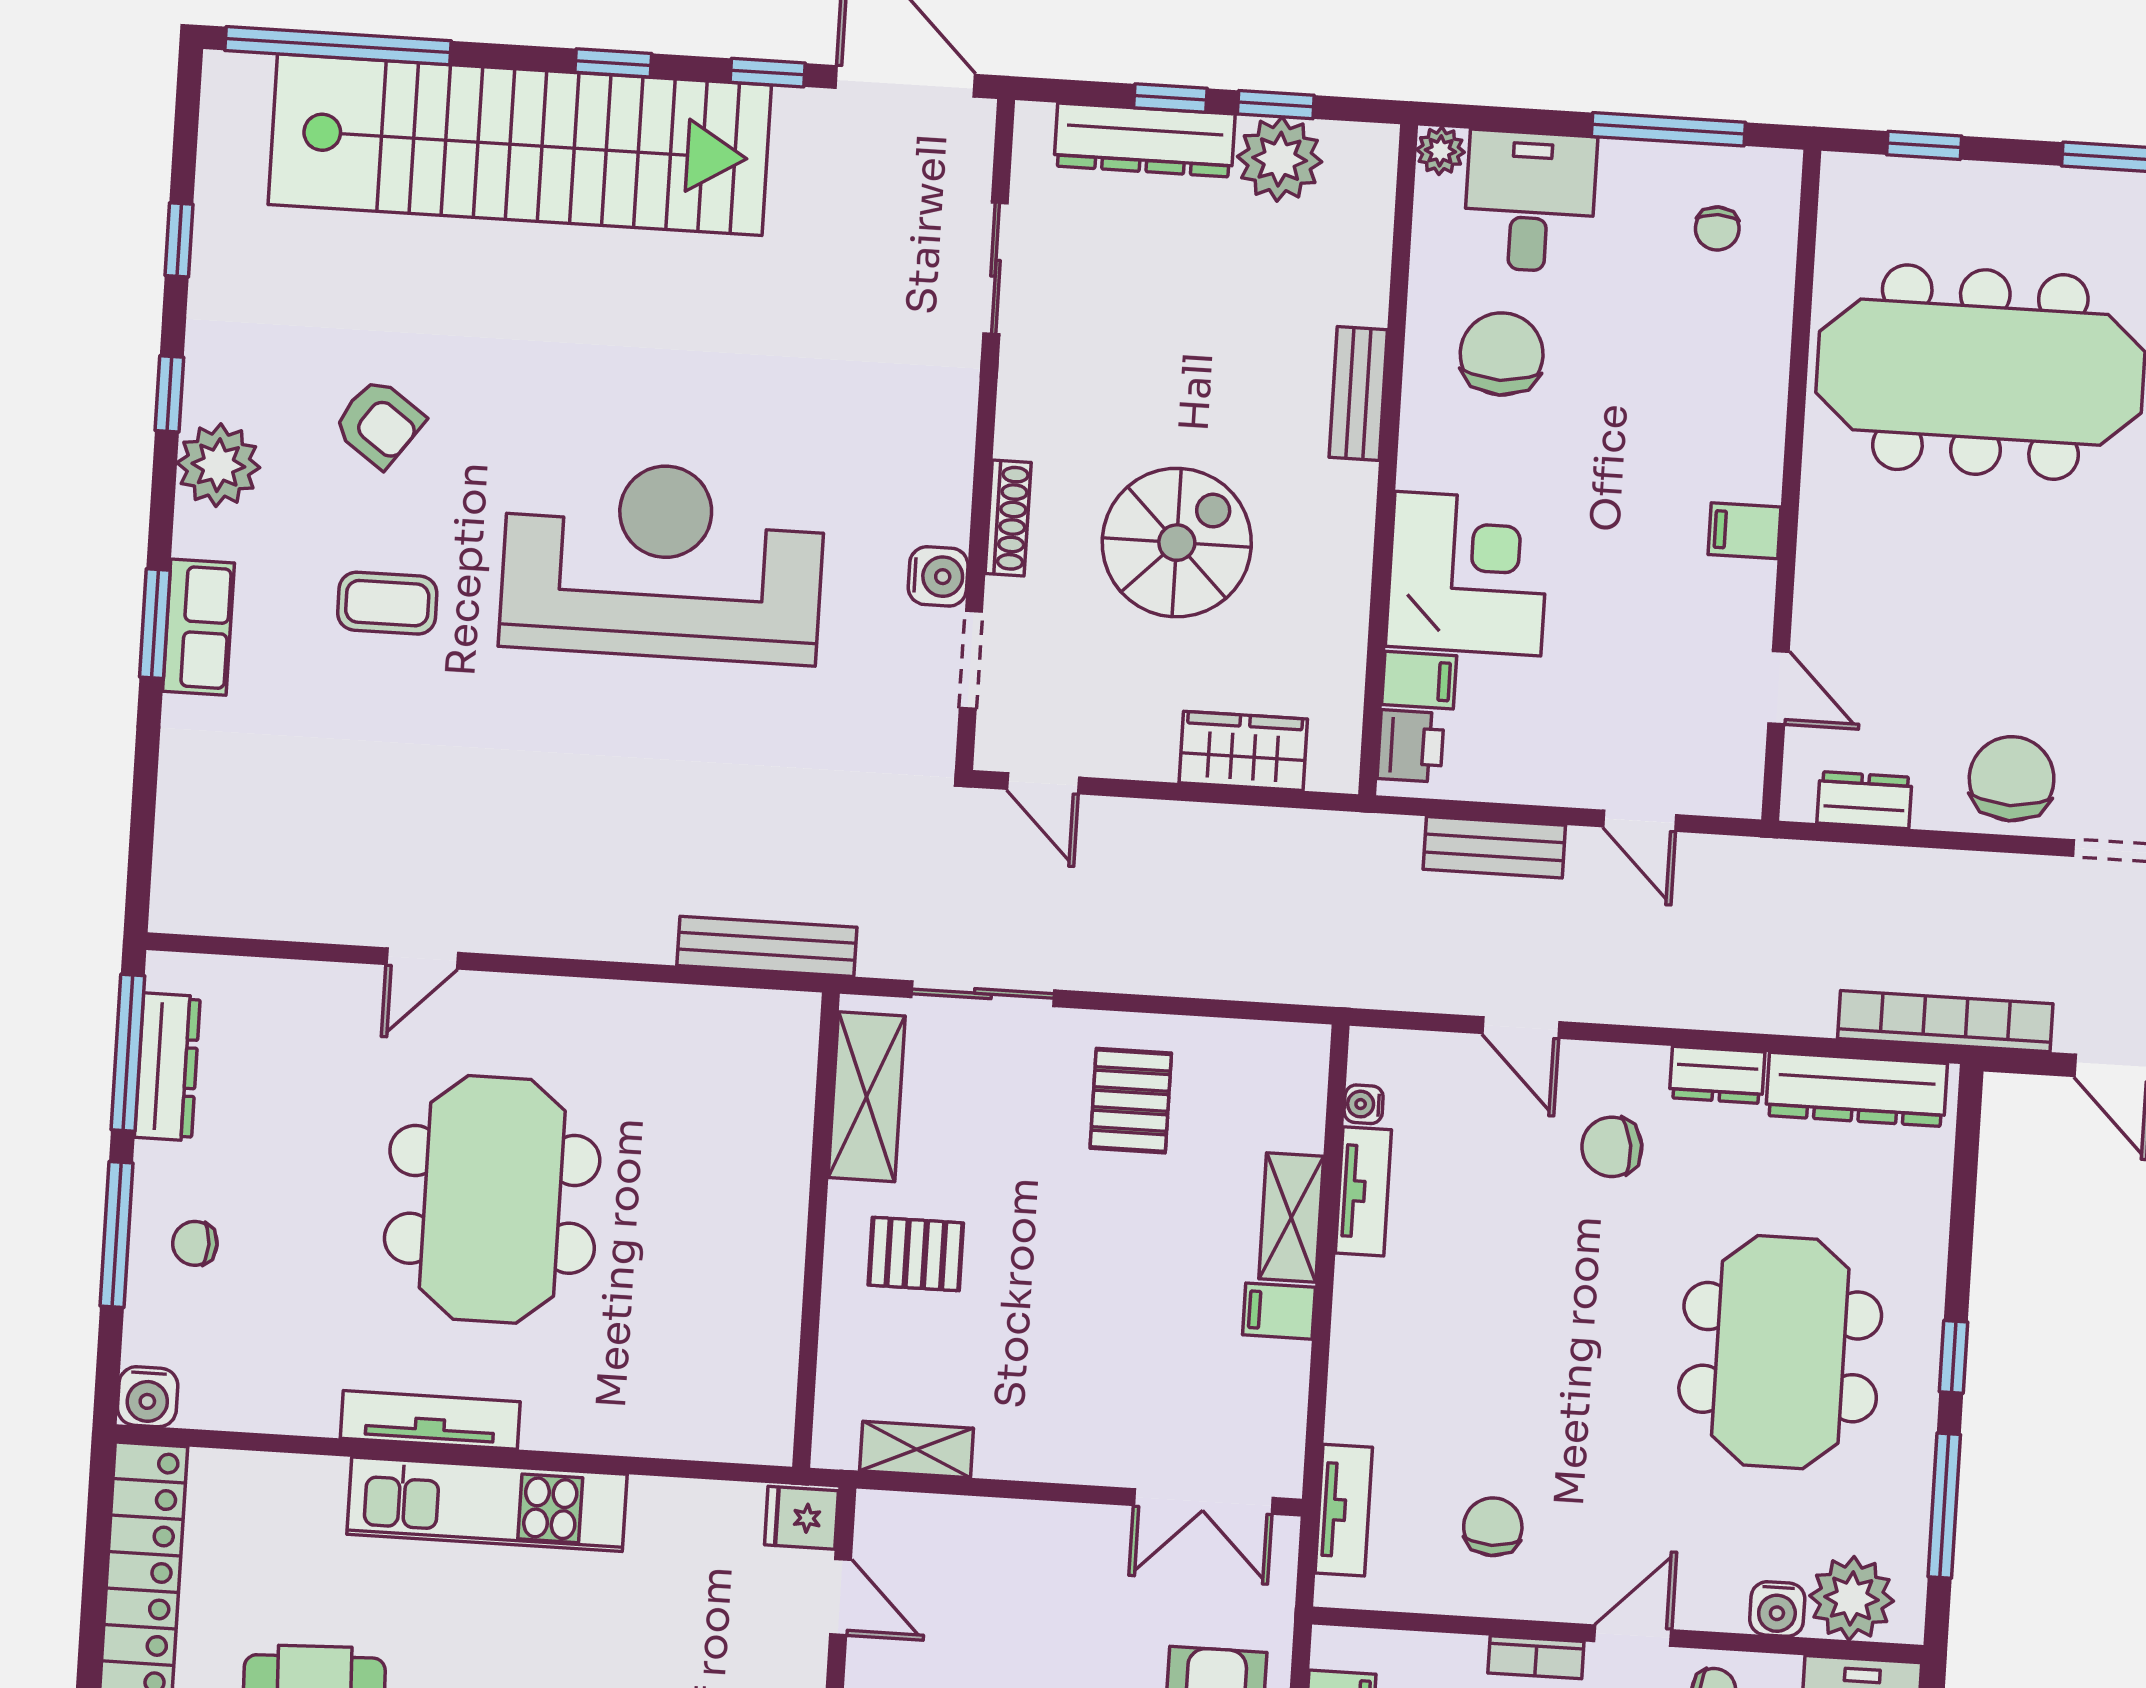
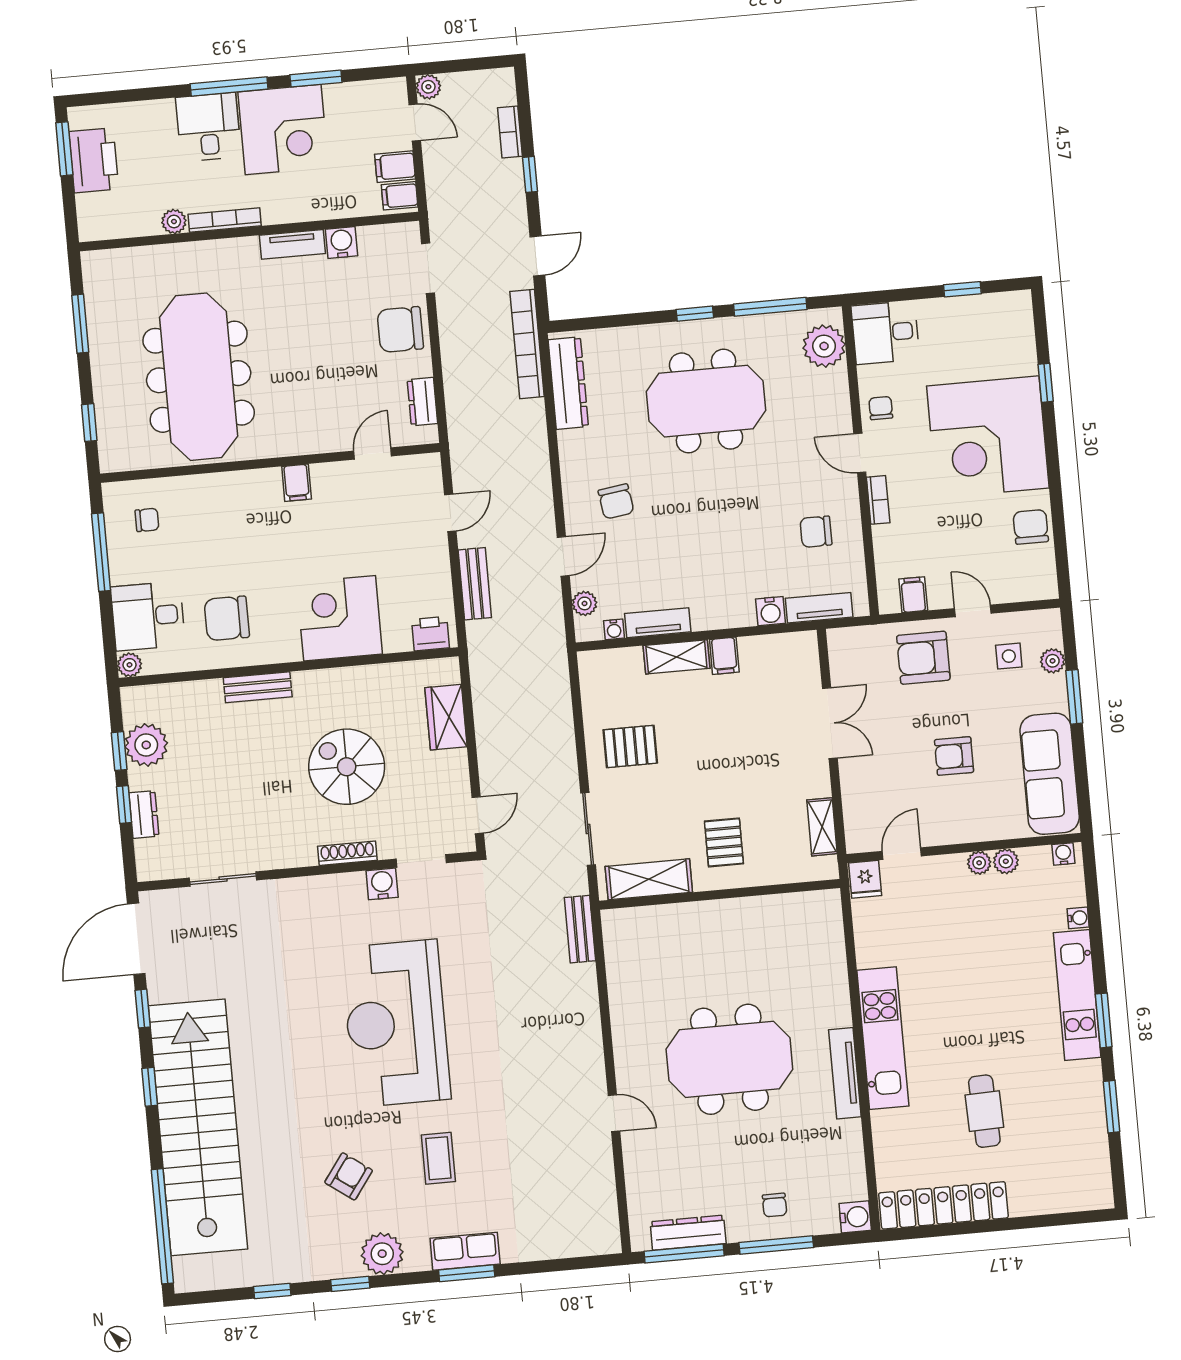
dresser: (1145, 140) -> (144, 814), width x0.51, depth x0.80
filing cabinet: (1419, 680) -> (397, 634), removed
bench: (767, 946) -> (580, 929), width x0.73
plant: (1423, 1055) -> (584, 603), added
dresser: (1717, 1075) -> (572, 454), removed
double door: (1203, 1502) -> (830, 723), moved
water cooler: (1777, 1609) -> (770, 611), moved, turned 90

